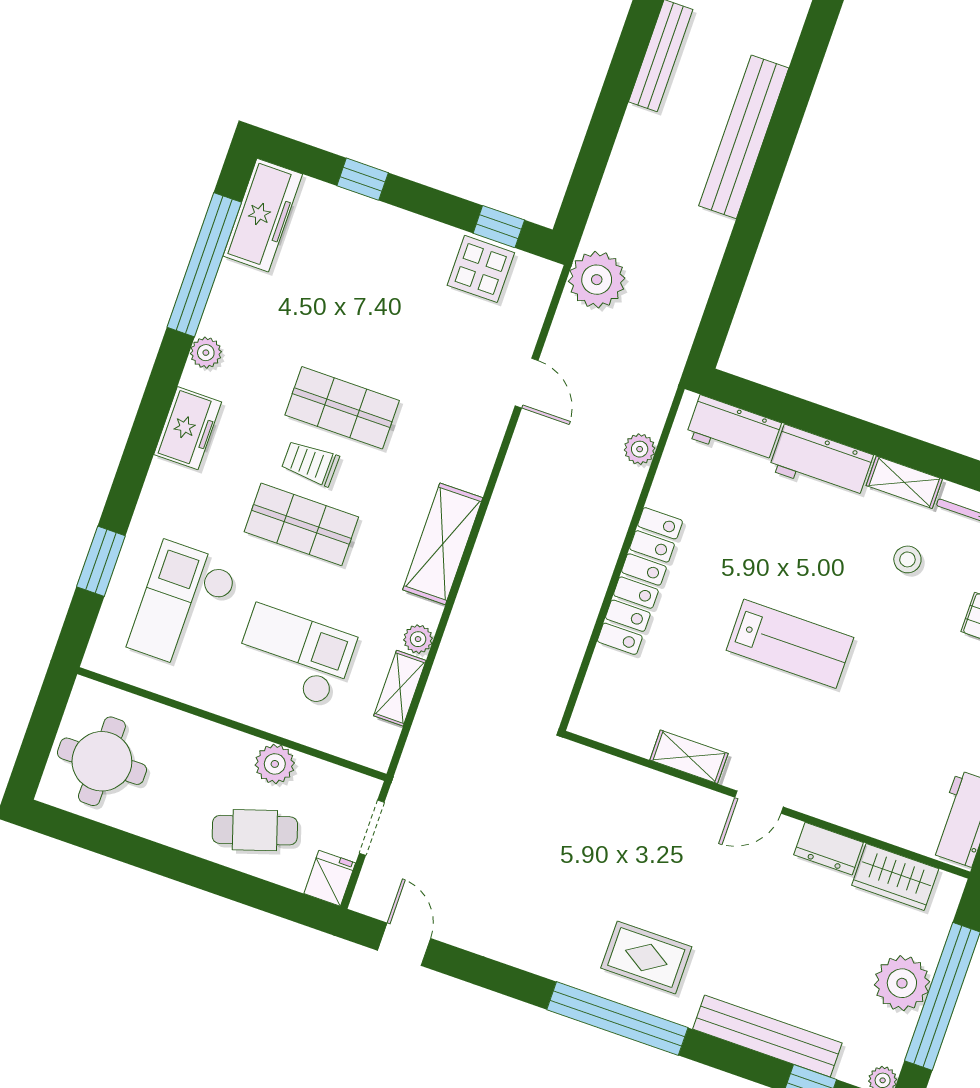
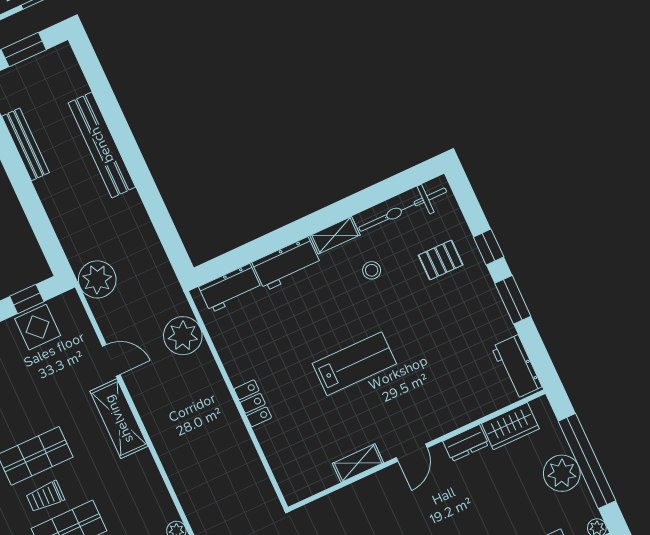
plant: (640, 449) -> (183, 336), width x1.87, depth x1.87
shelving: (443, 544) -> (119, 419), moved
locker: (640, 581) -> (253, 403), width x0.46, depth x0.83

